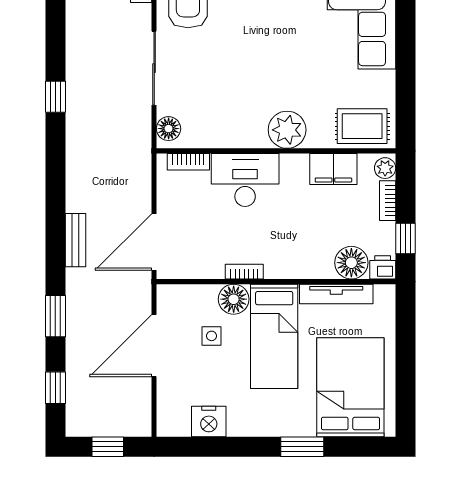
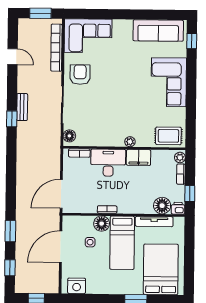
plant: (287, 130) -> (130, 142), width x0.53, depth x0.53
filing cabinet: (333, 169) -> (139, 157), moved
bench: (75, 240) -> (22, 107), moved
nightstand: (209, 422) -> (77, 286), moved

